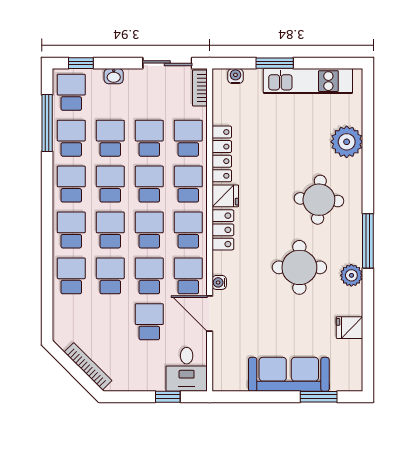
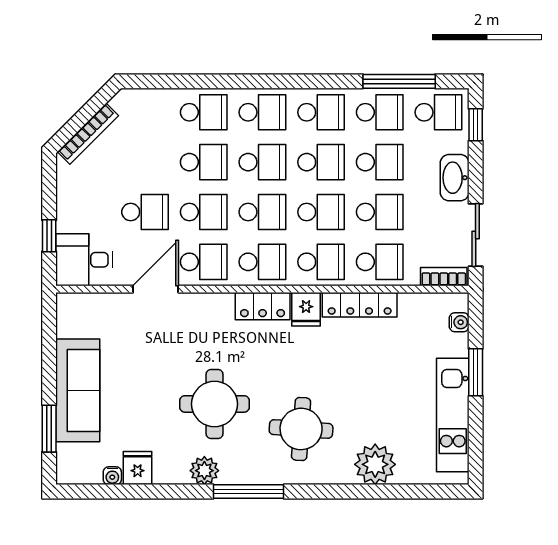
washbasin: (114, 76) -> (455, 178), width x1.91, depth x1.45
water cooler: (219, 282) -> (112, 476), moved, turned 180

